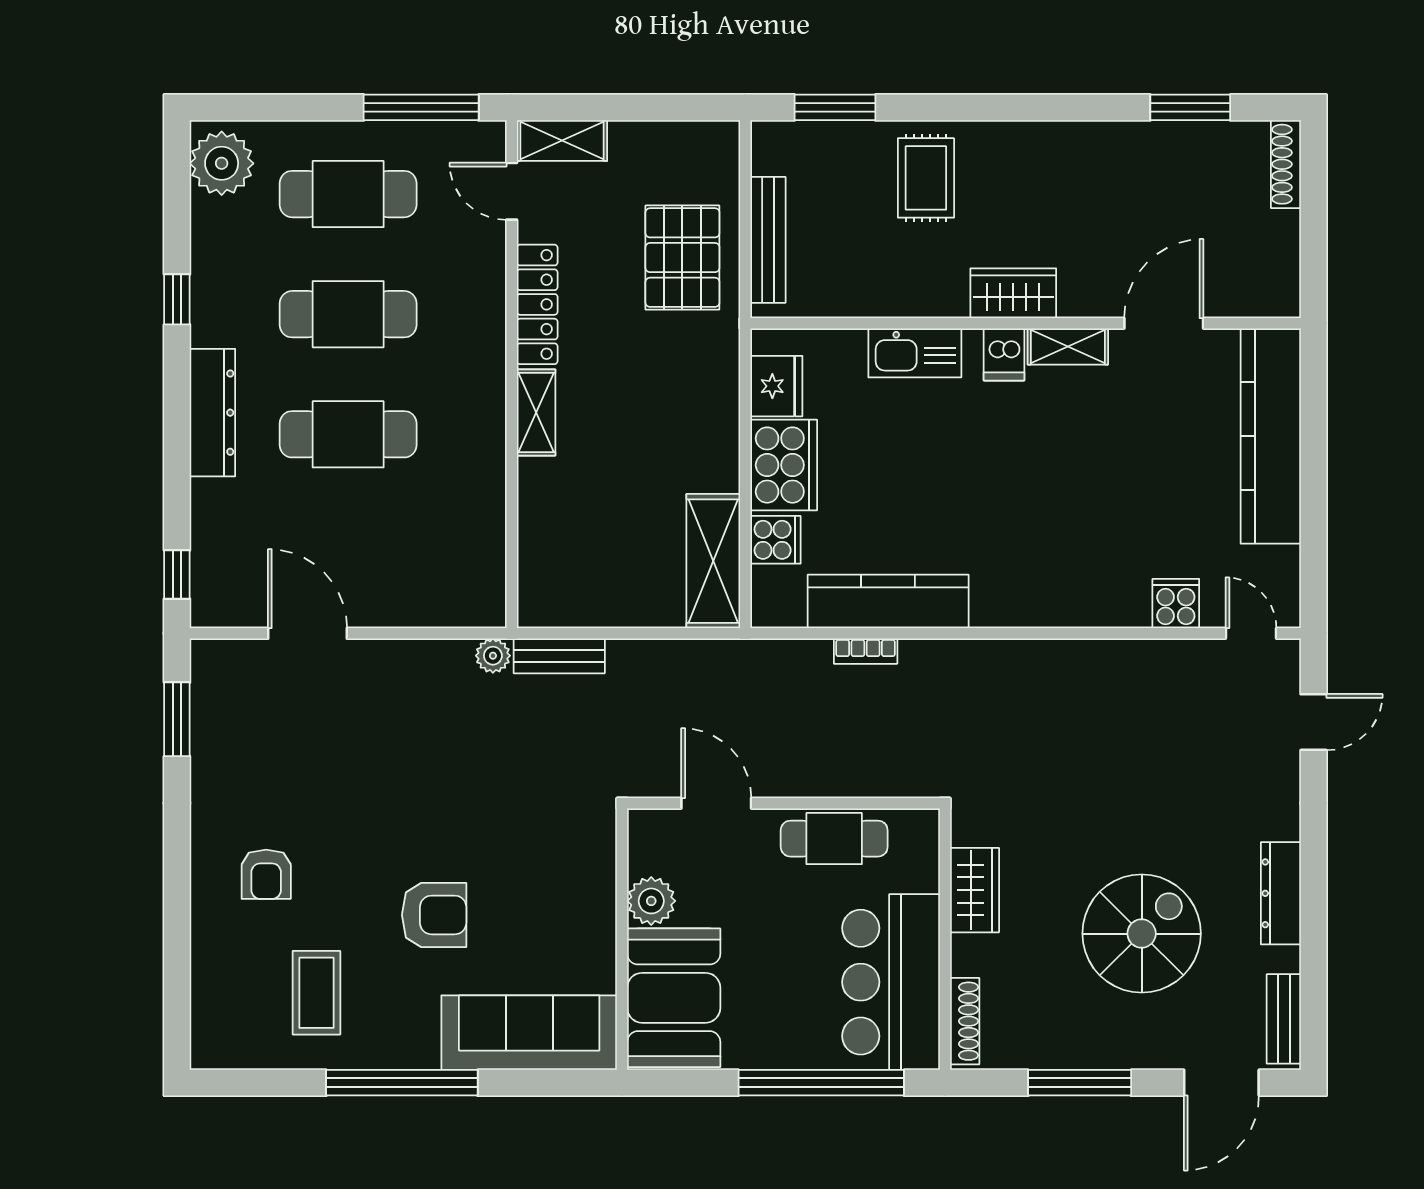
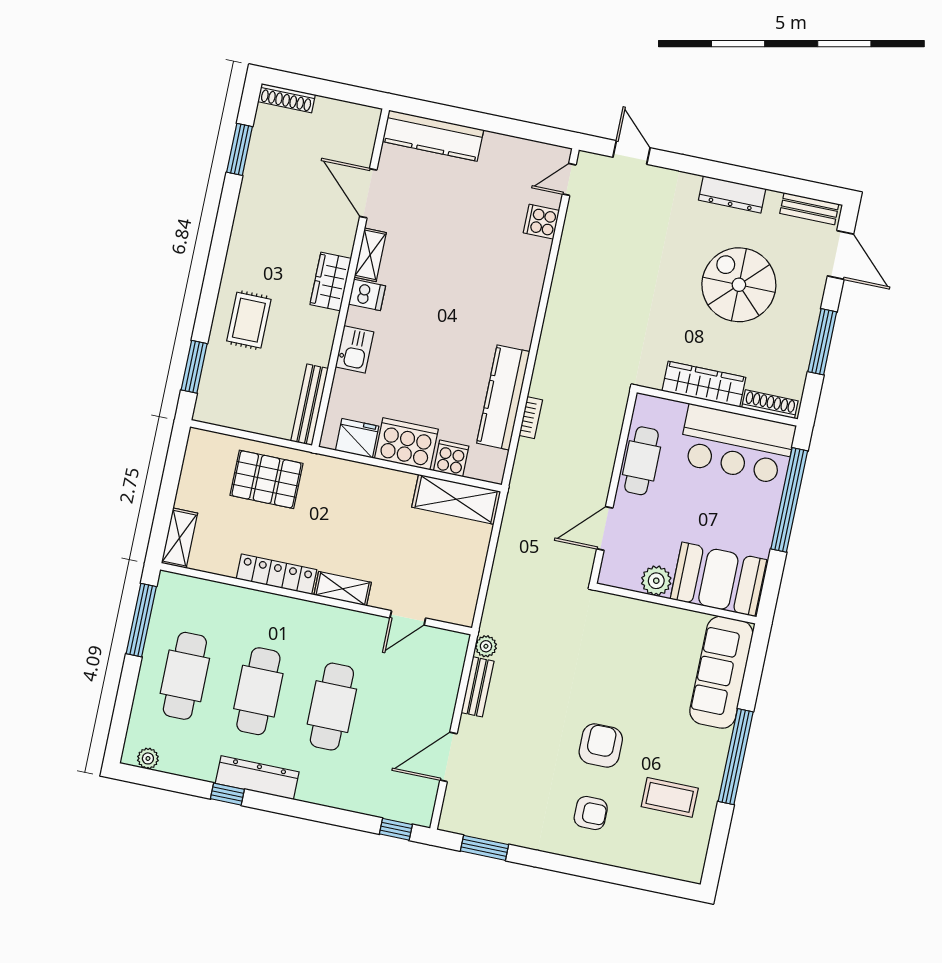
plant: (222, 163) -> (148, 758), width x0.53, depth x0.53
rug: (926, 178) -> (249, 320), turned 90
door: (512, 191) -> (408, 618), moved
bench: (768, 240) -> (310, 405), moved, turned 90
kitchen sink: (915, 353) -> (355, 349), width x0.73
dresser: (212, 413) -> (257, 778), moved
kitchen counter: (1271, 436) -> (433, 136), width x0.72, depth x0.86
bench: (559, 656) -> (478, 687), moved
wardrobe: (975, 890) -> (704, 384), width x1.50
armchair: (434, 915) -> (601, 746), moved

